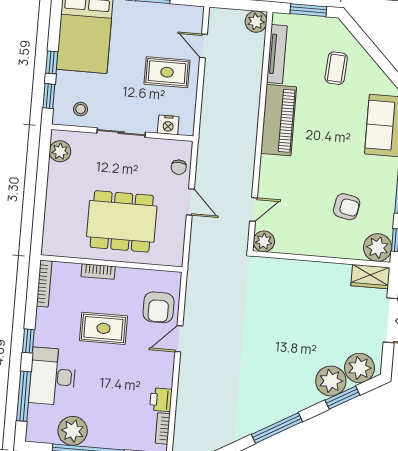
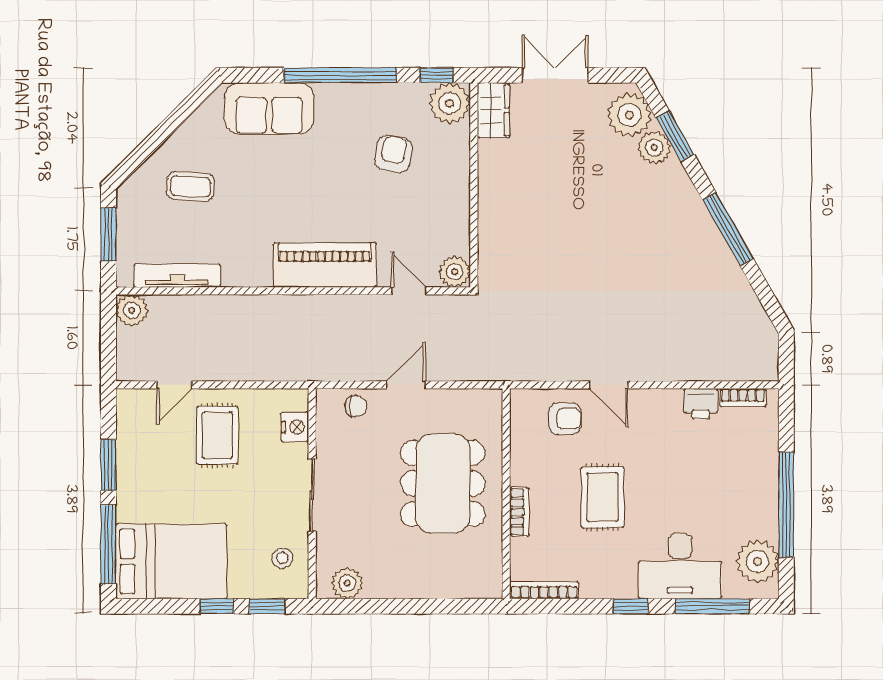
piano: (279, 120) -> (325, 265), moved
armchair: (158, 307) -> (565, 419), width x0.72, depth x0.72
plant: (331, 381) -> (654, 148), width x0.73, depth x0.73
plant: (73, 431) -> (757, 562), moved

